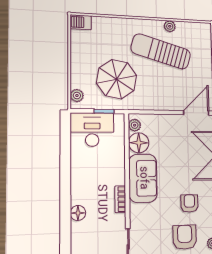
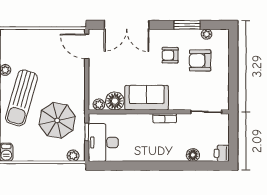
sun lounger: (161, 51) -> (21, 98), moved
floor lamp: (78, 213) -> (193, 155), moved

